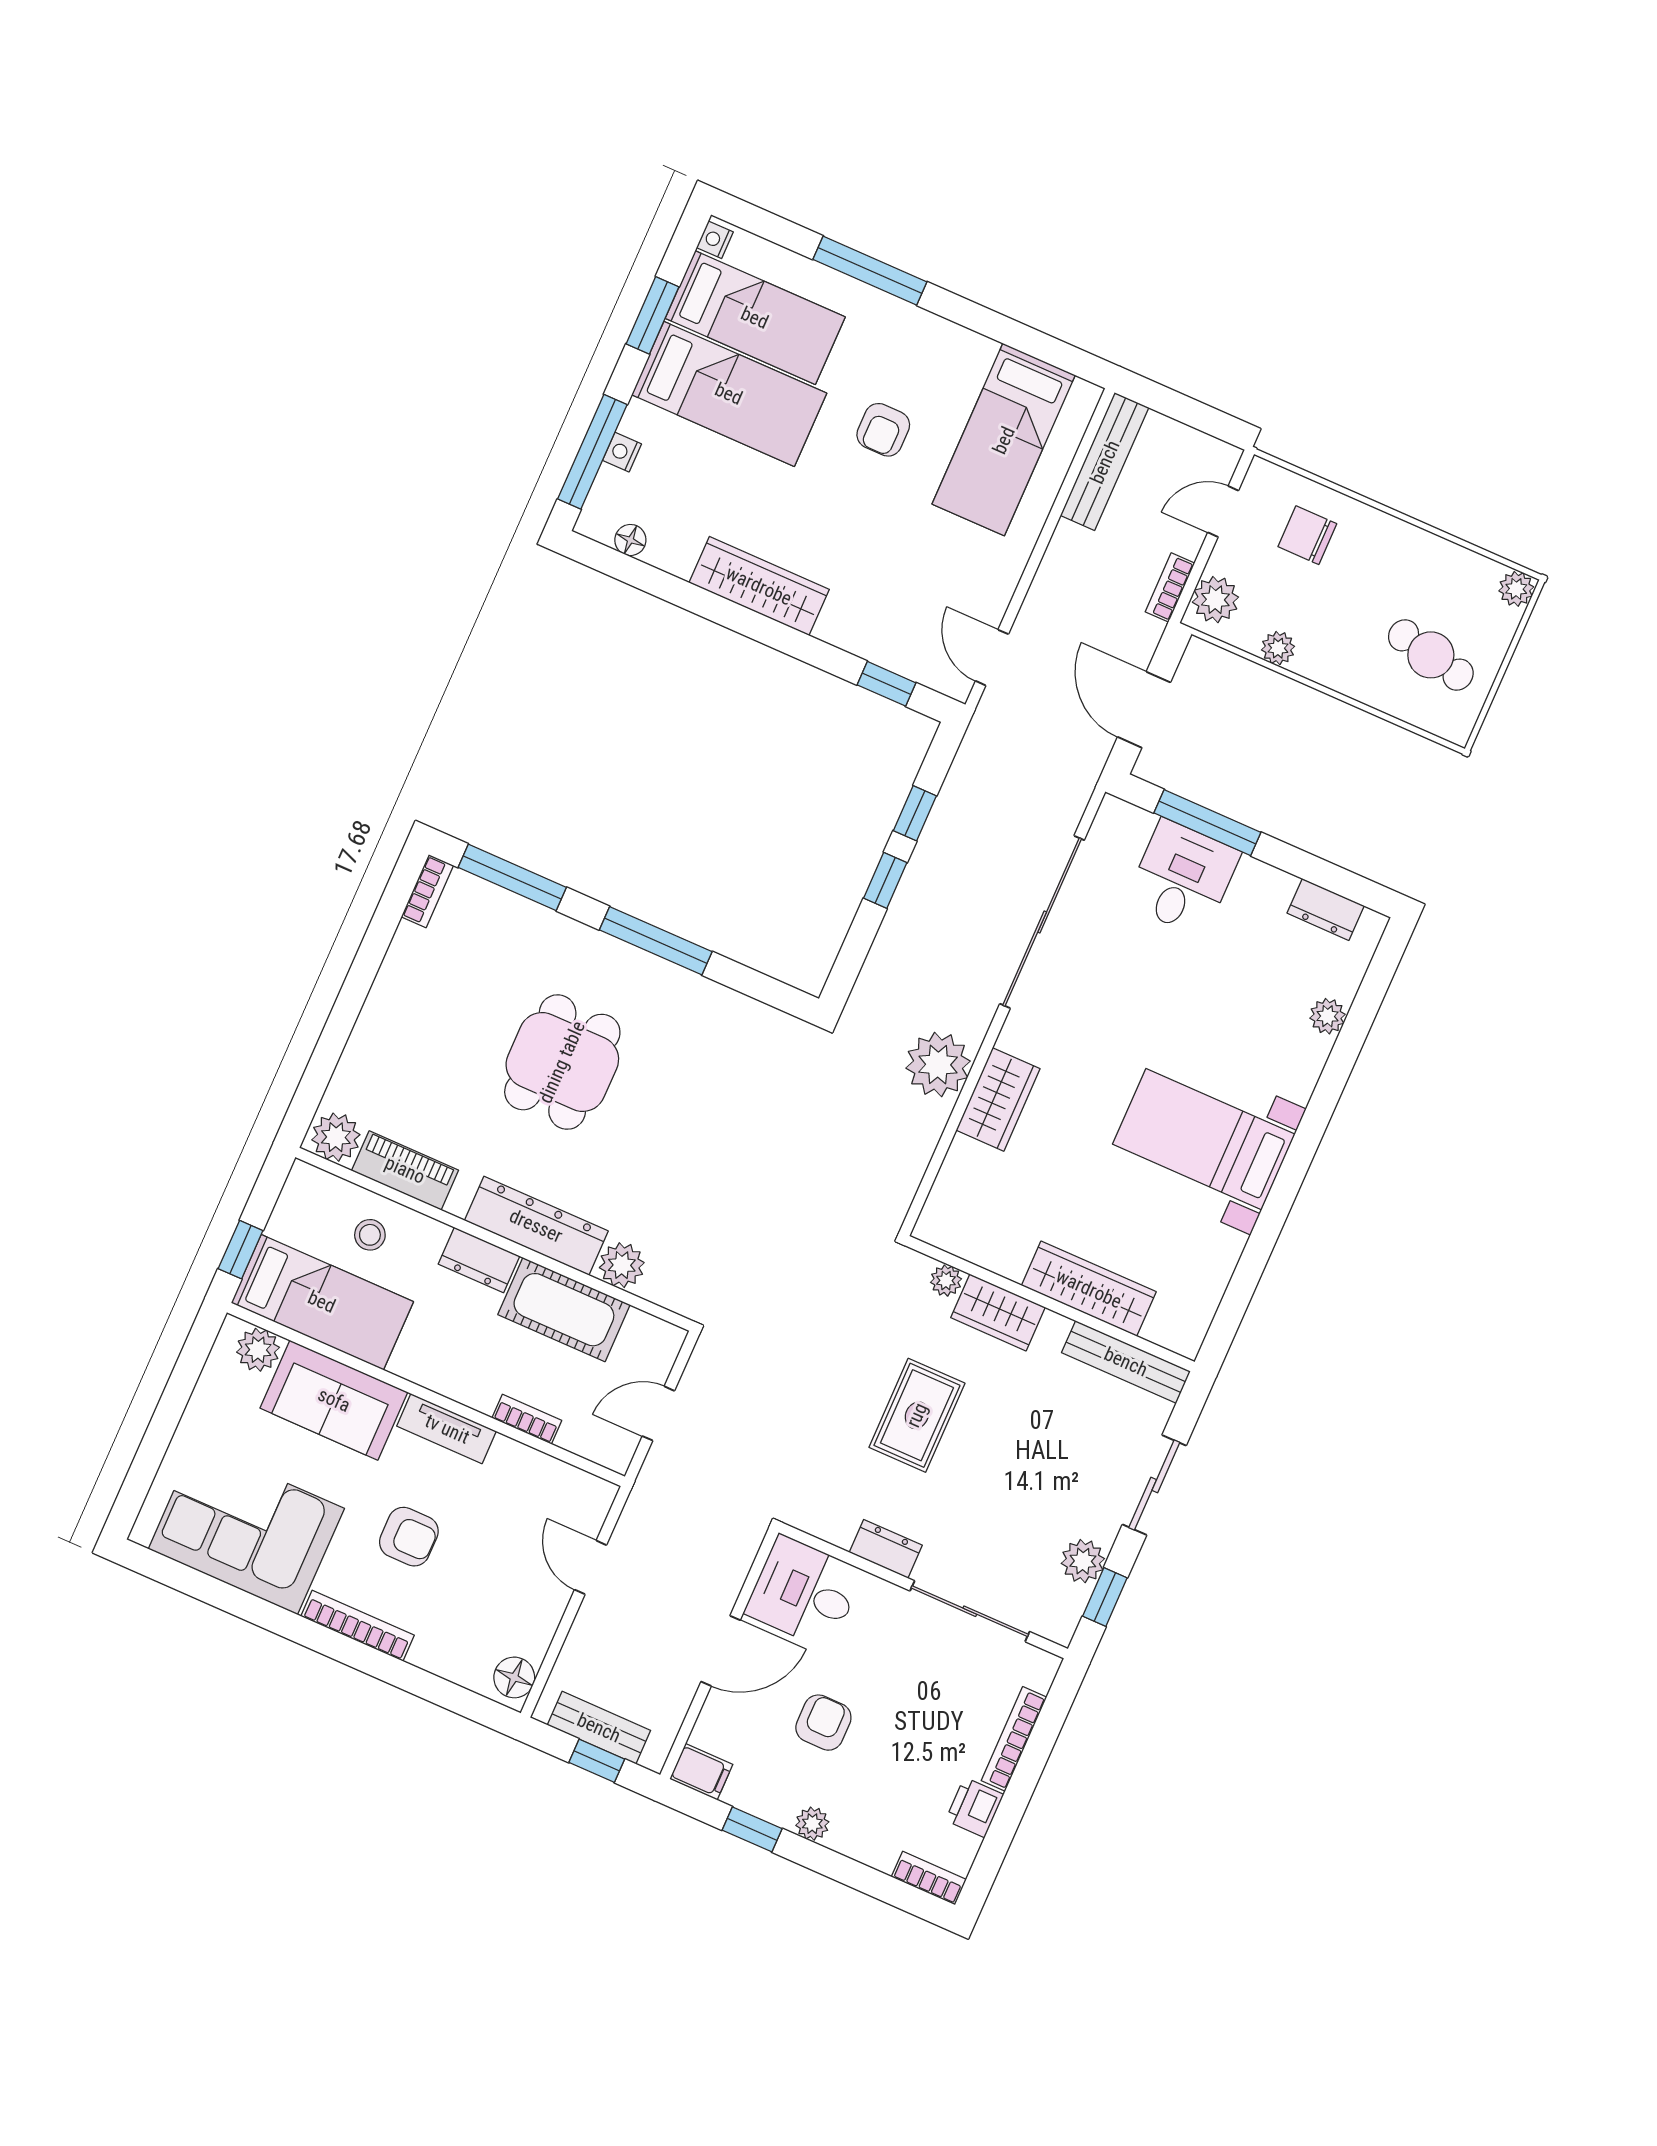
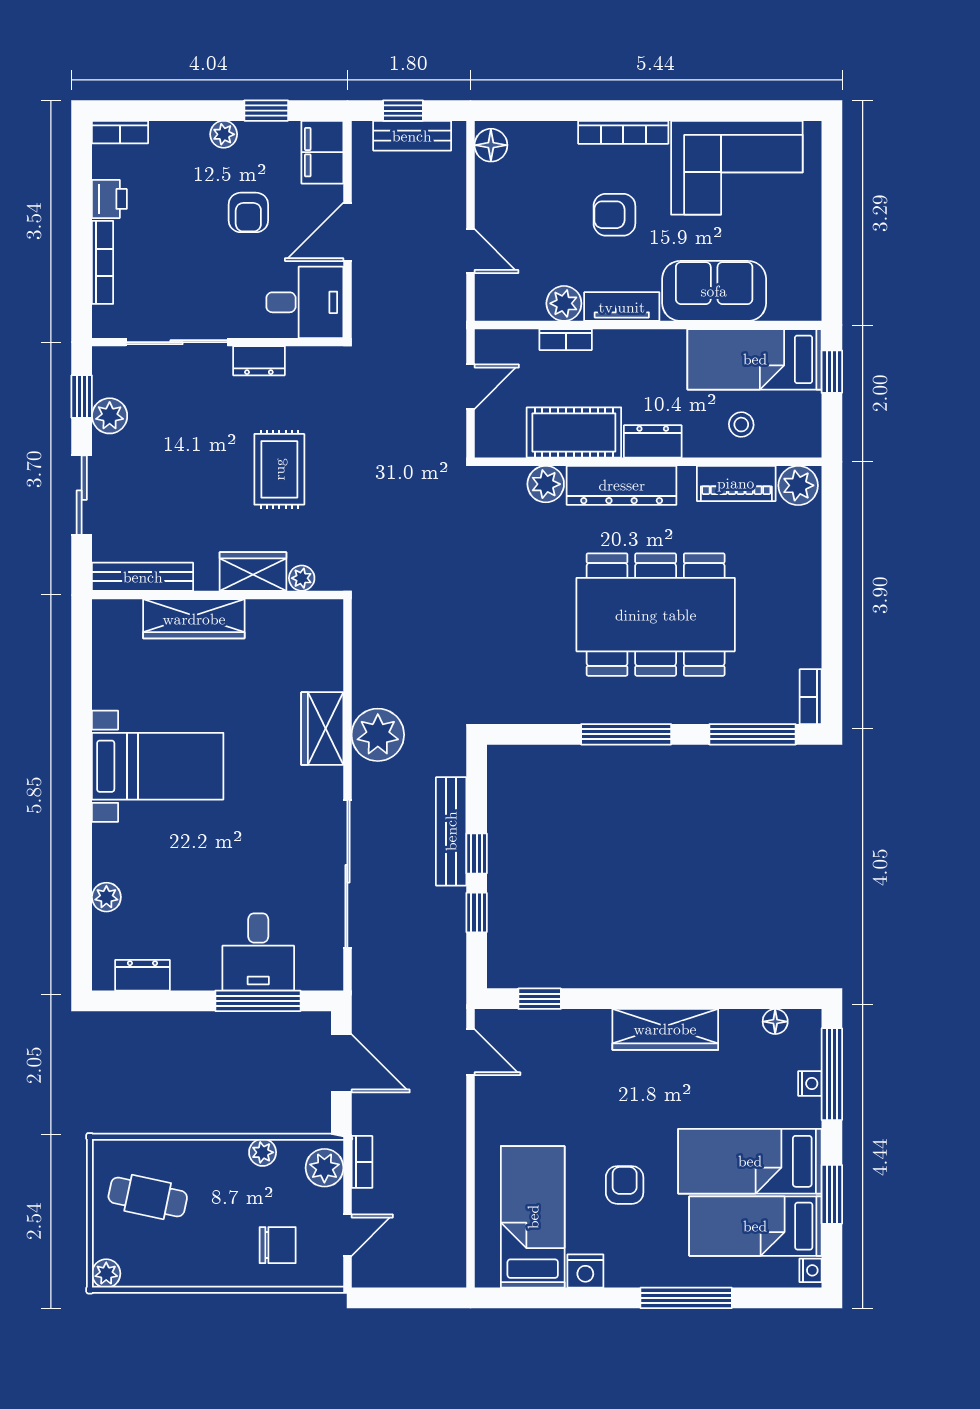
nightstand: (971, 352) -> (585, 1271), added
bench: (1105, 462) -> (451, 831), moved
dining table: (562, 1062) -> (656, 615), width x1.88, depth x1.24
plant: (258, 1350) -> (564, 303), moved
filing cabinet: (701, 1772) -> (322, 152), width x2.00

